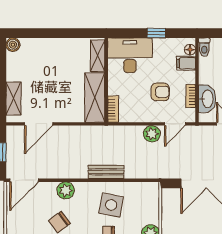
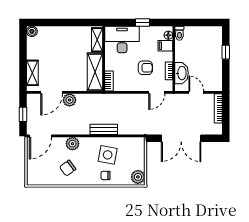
plant: (152, 134) -> (70, 100), moved

